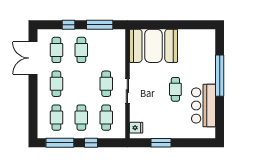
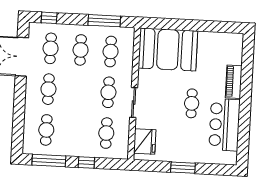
window: (68, 25) -> (49, 18), moved
piano: (209, 70) -> (234, 82), added
window: (220, 76) -> (246, 90), removed
cafe table: (81, 118) -> (111, 52), moved
fridge: (136, 128) -> (145, 142), width x1.88, depth x1.34
window: (161, 143) -> (183, 168), moved

